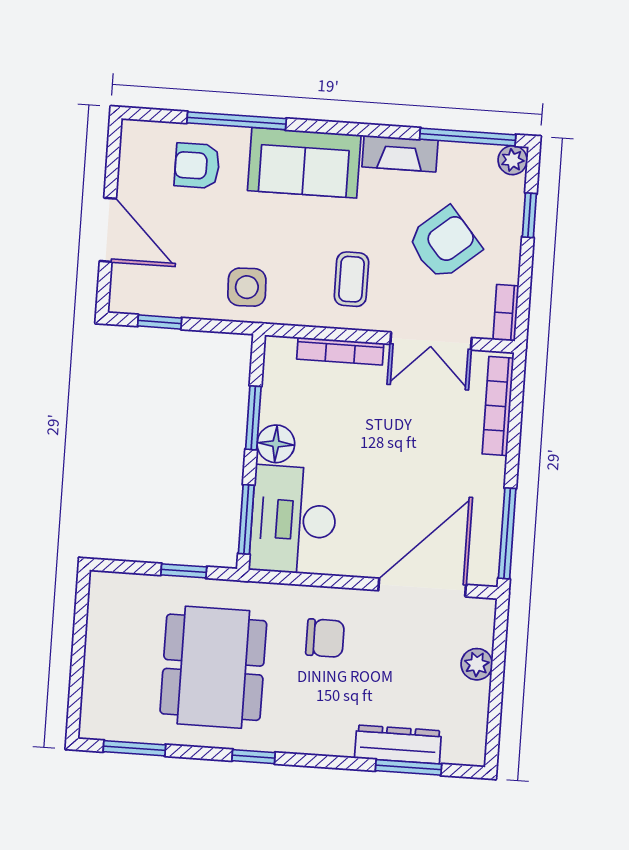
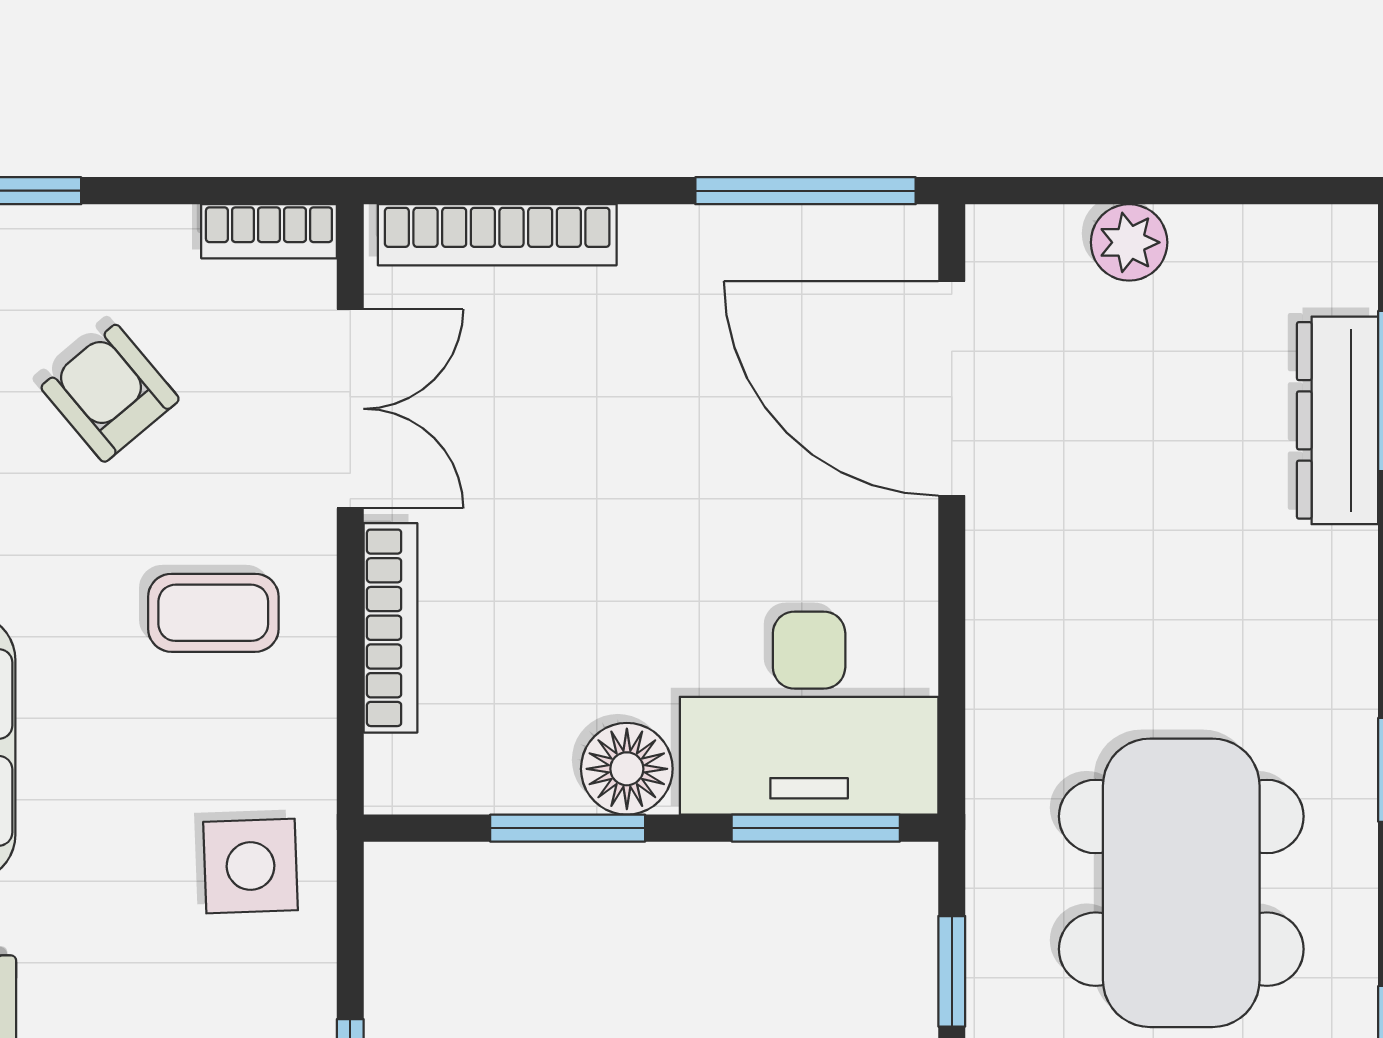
armchair: (444, 243) -> (110, 393), width x0.72, depth x0.72
chair: (325, 638) -> (1091, 616), removed
dining table: (213, 667) -> (1181, 883), turned 90

